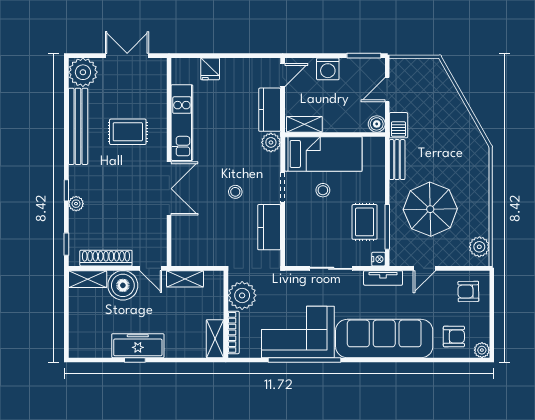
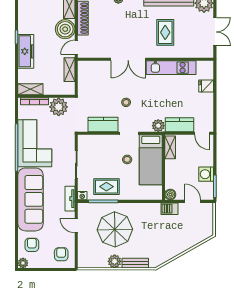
washing machine: (328, 69) -> (206, 174), moved
bench: (397, 160) -> (135, 263), moved
plant: (479, 247) -> (115, 261), moved
armchair: (454, 336) -> (32, 245), turned 180
freezer: (138, 346) -> (26, 51), moved

